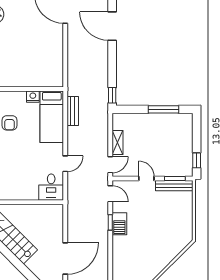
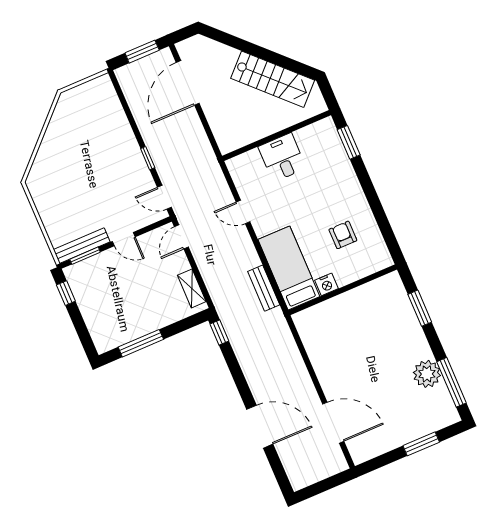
shelving: (117, 142) -> (192, 288), moved
door: (65, 164) -> (243, 212), hinge flipped
desk: (51, 187) -> (282, 157), moved
barbecue: (119, 224) -> (134, 162), removed

